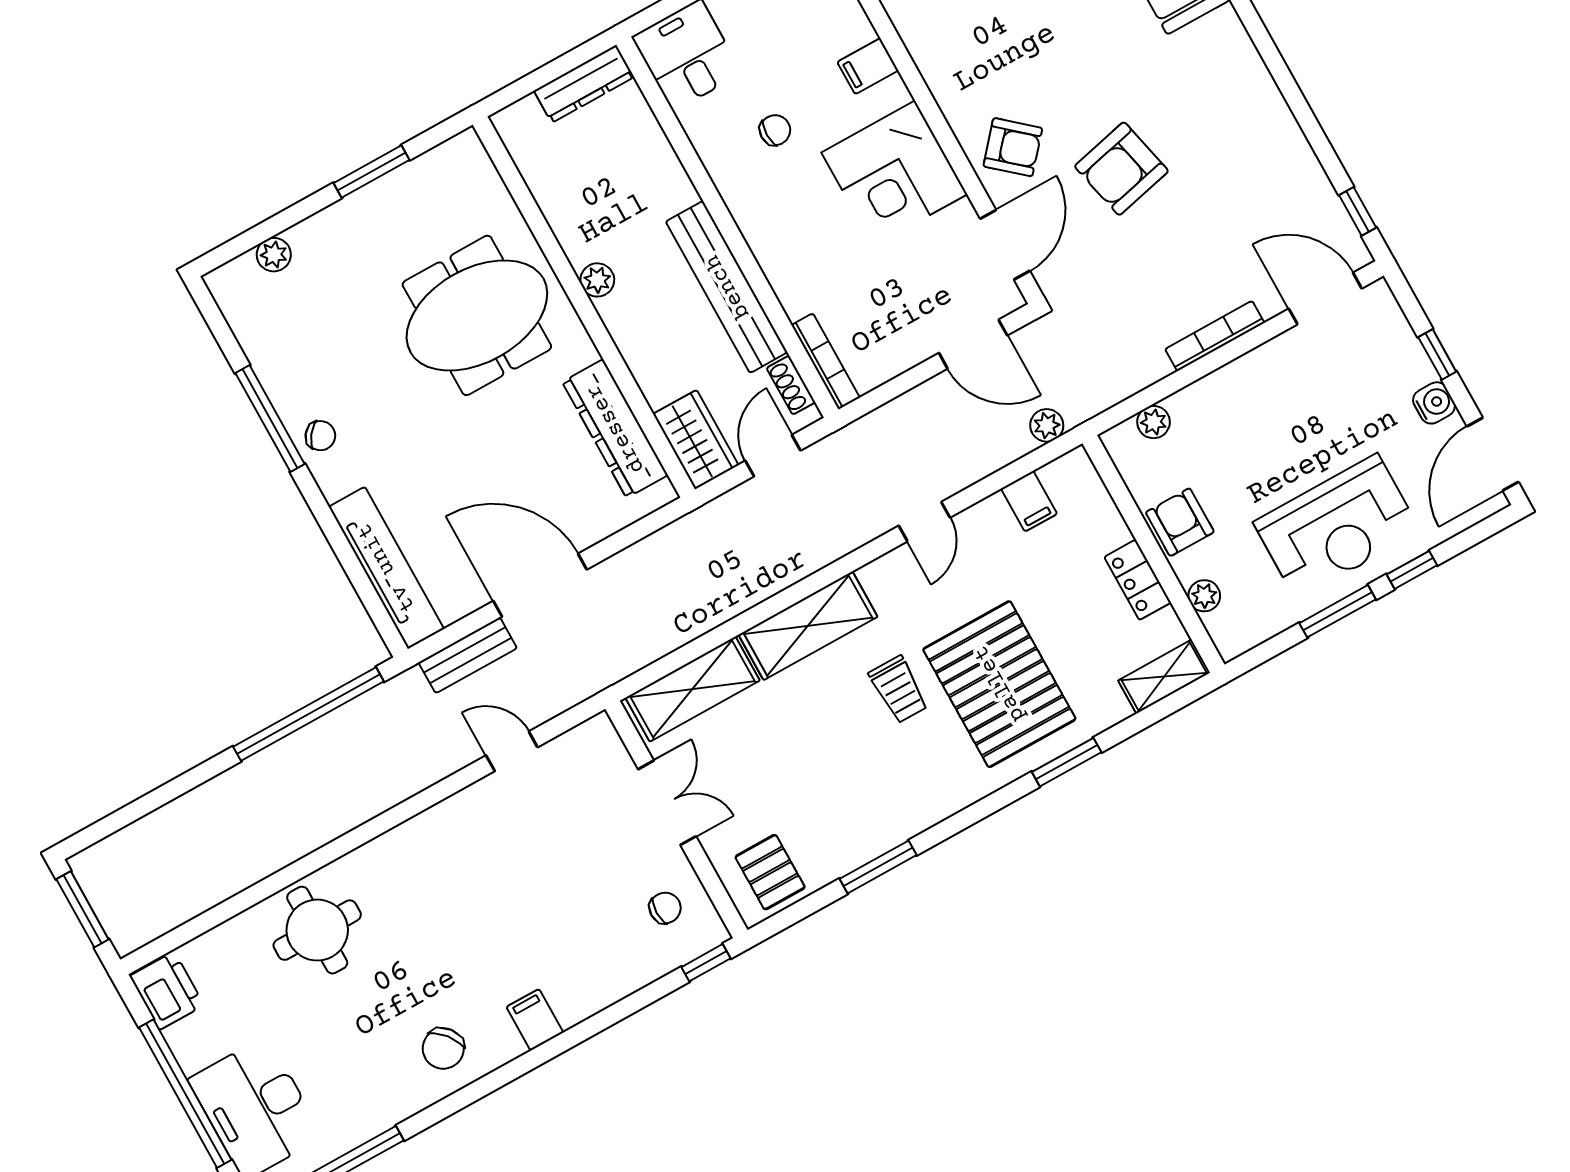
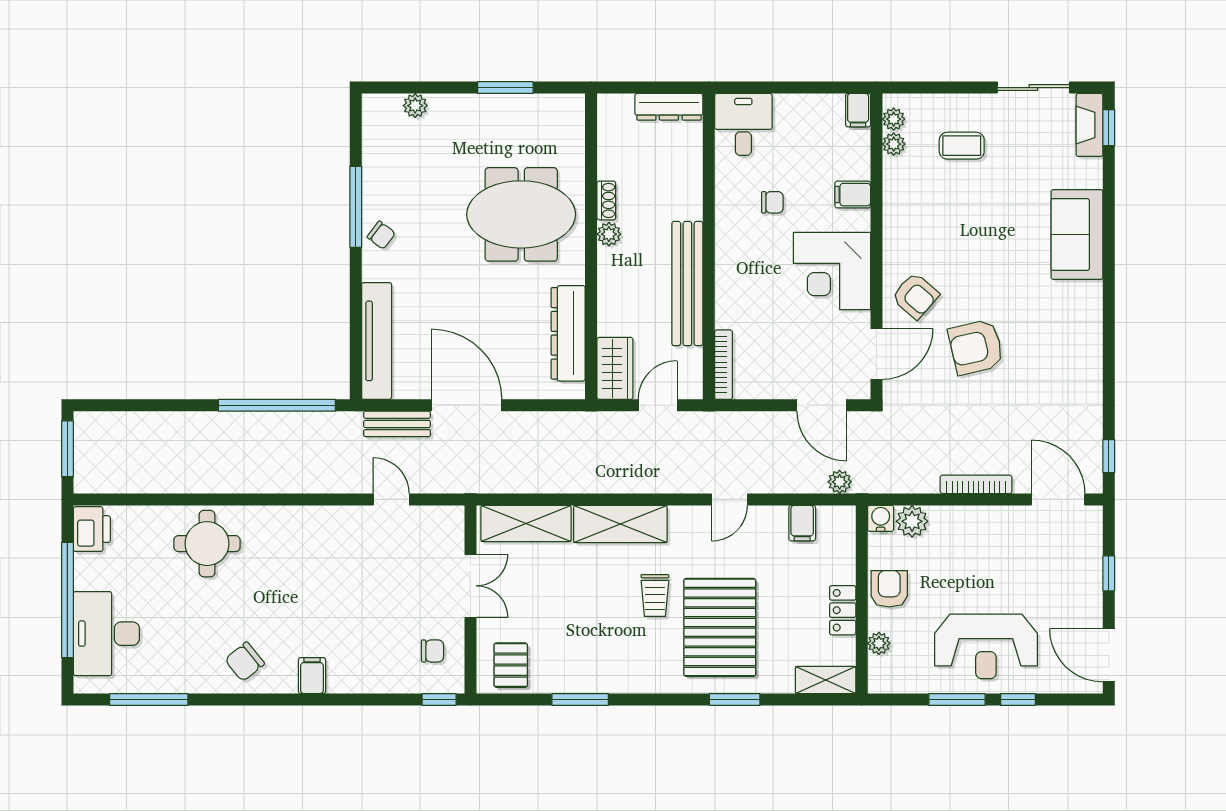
shoe rack: (791, 385) -> (606, 200), moved, turned 180
water cooler: (1434, 403) -> (881, 518), moved, turned -90
plant: (1154, 422) -> (912, 521), width x1.38, depth x1.38
door: (1493, 454) -> (1109, 655), hinge flipped

